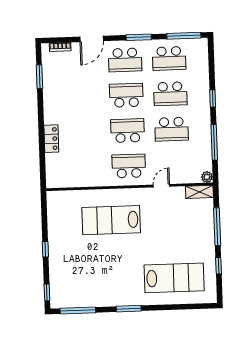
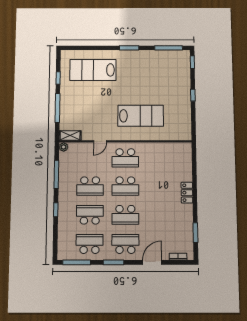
school desk: (171, 129) -> (90, 186), turned 180
locker: (51, 139) -> (187, 193), moved

